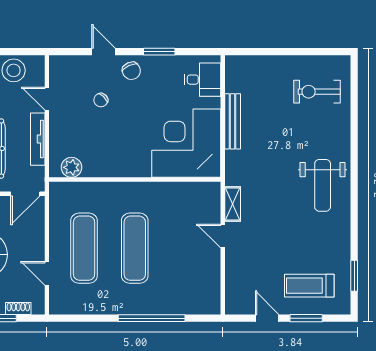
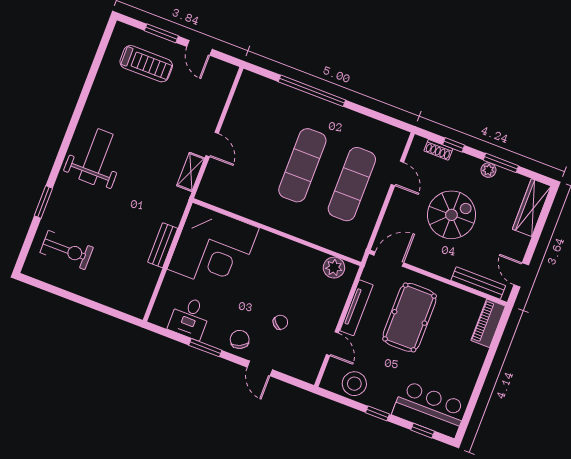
desk: (203, 80) -> (190, 318), moved, turned -90
bench: (233, 121) -> (163, 245), width x0.73
window: (354, 276) -> (43, 202), moved

